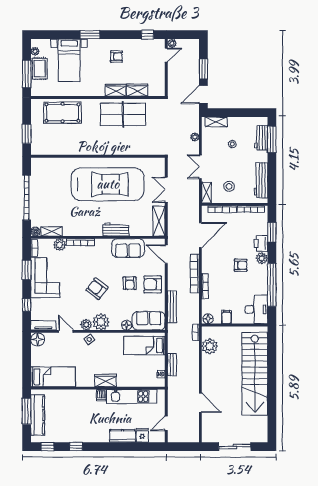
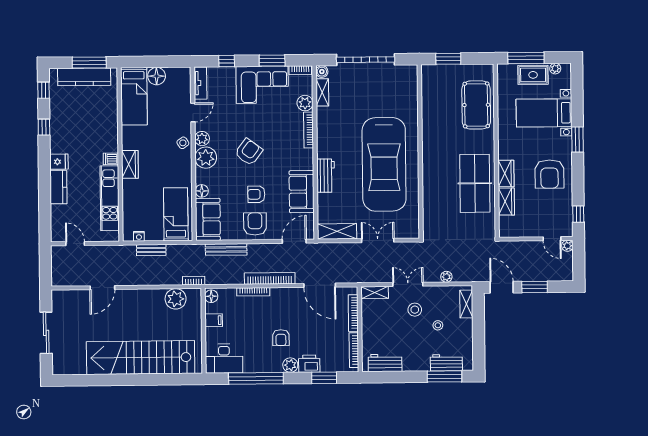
armchair: (116, 57) -> (549, 174), width x1.88, depth x1.88
workbench: (261, 180) -> (385, 363), width x0.73
stool: (229, 186) -> (415, 310), moved
floor lamp: (38, 339) -> (157, 76), moved
fridge: (142, 435) -> (59, 162), moved

